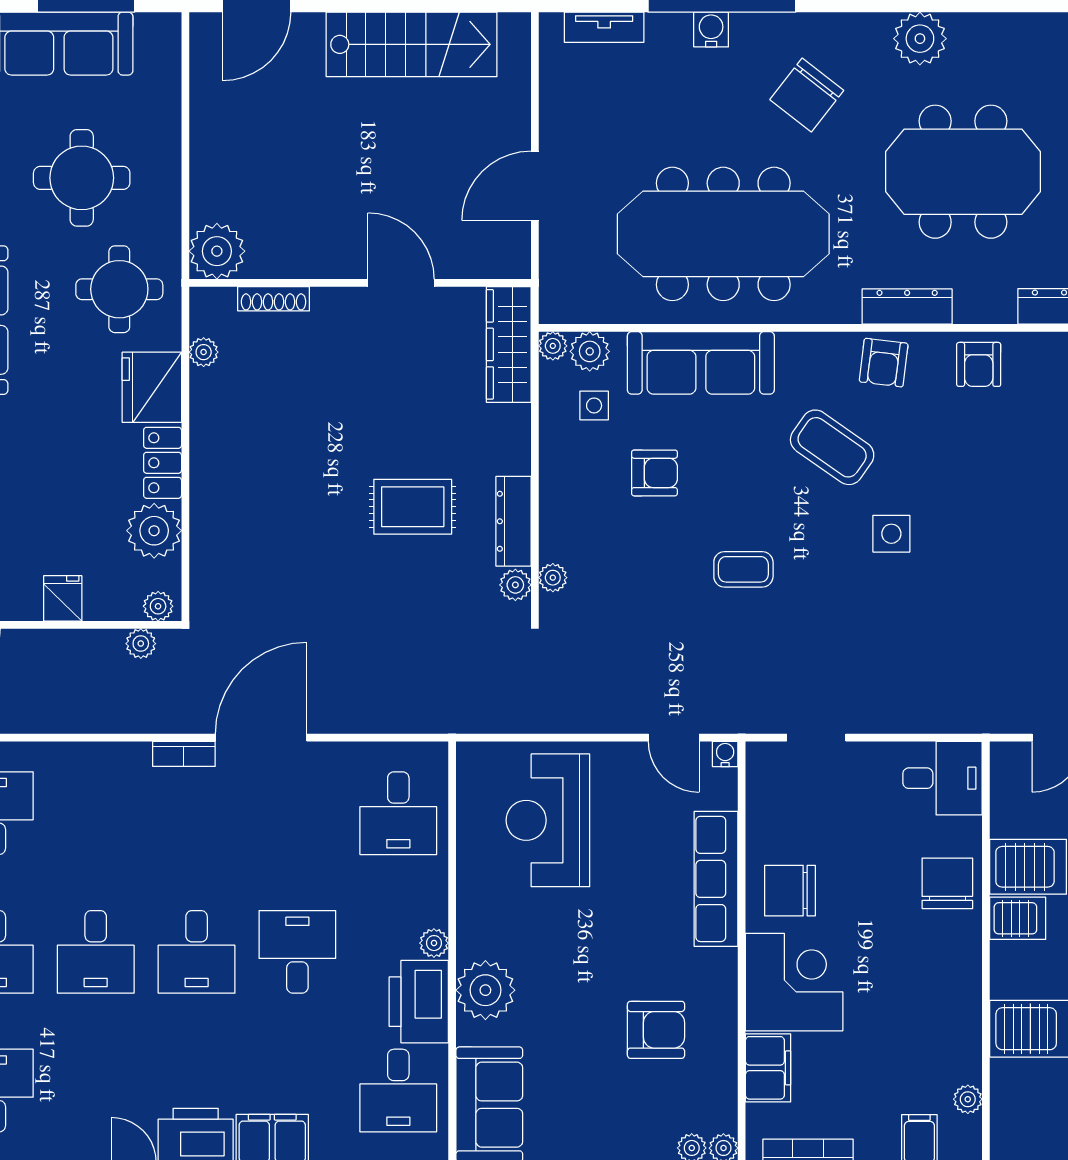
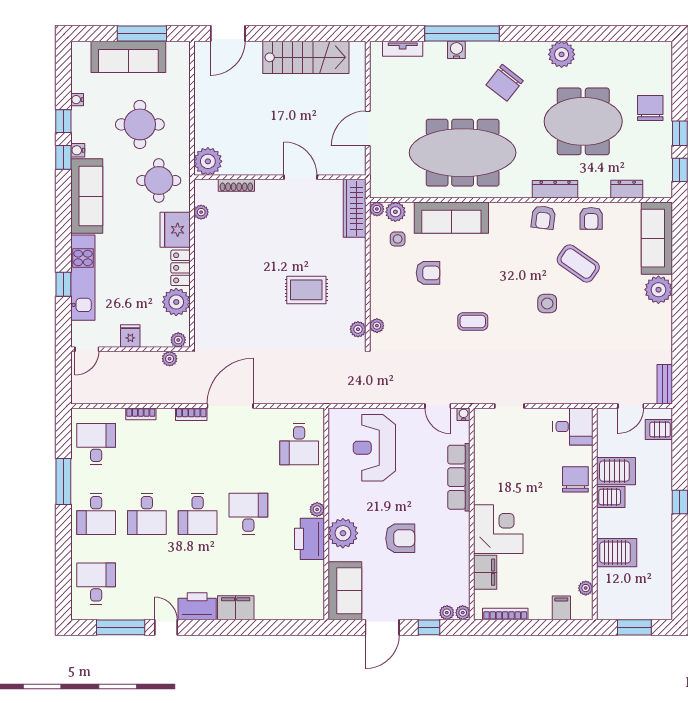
coffee table: (832, 447) -> (578, 263), moved
dresser: (514, 521) -> (357, 297), removed
bookcase: (84, 753) -> (141, 414), added
chair: (790, 891) -> (496, 483), removed
armchair: (656, 1030) -> (400, 538), moved
desk: (398, 1091) -> (299, 584), removed

